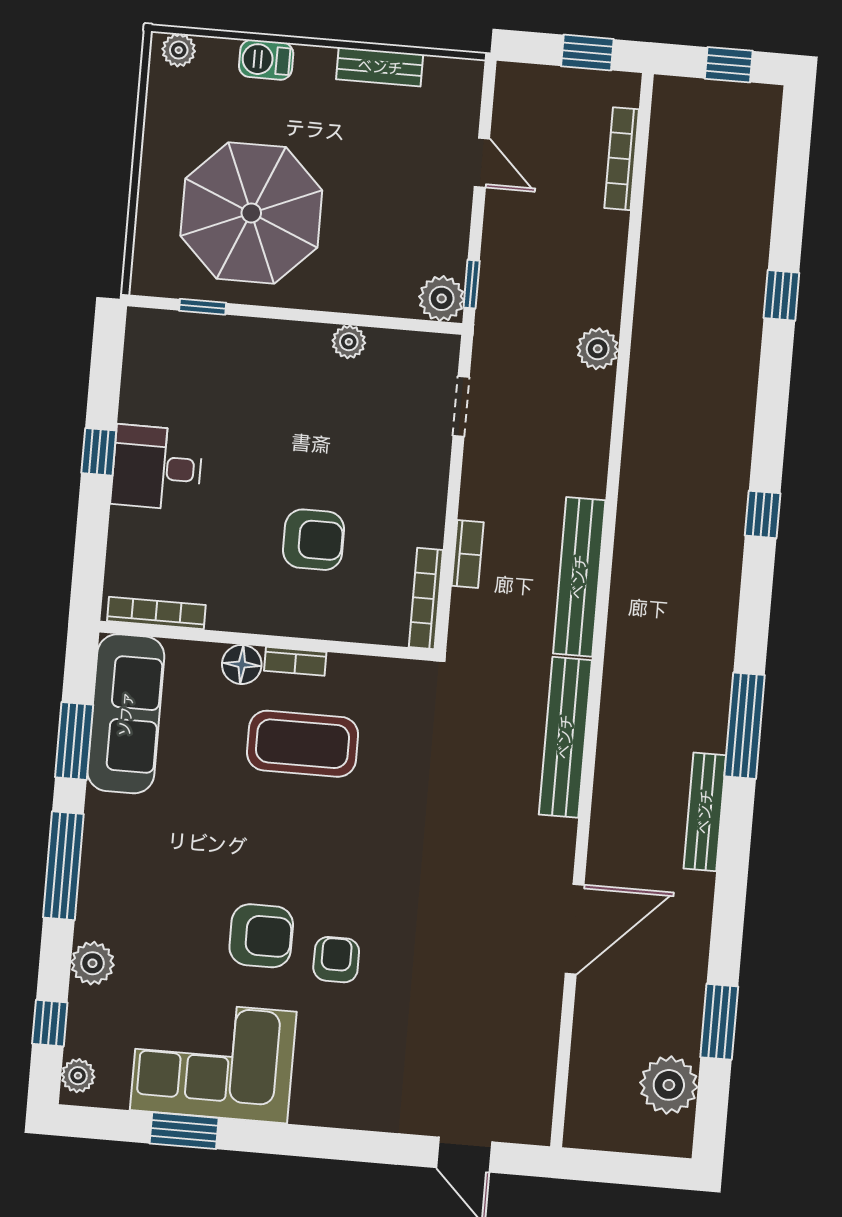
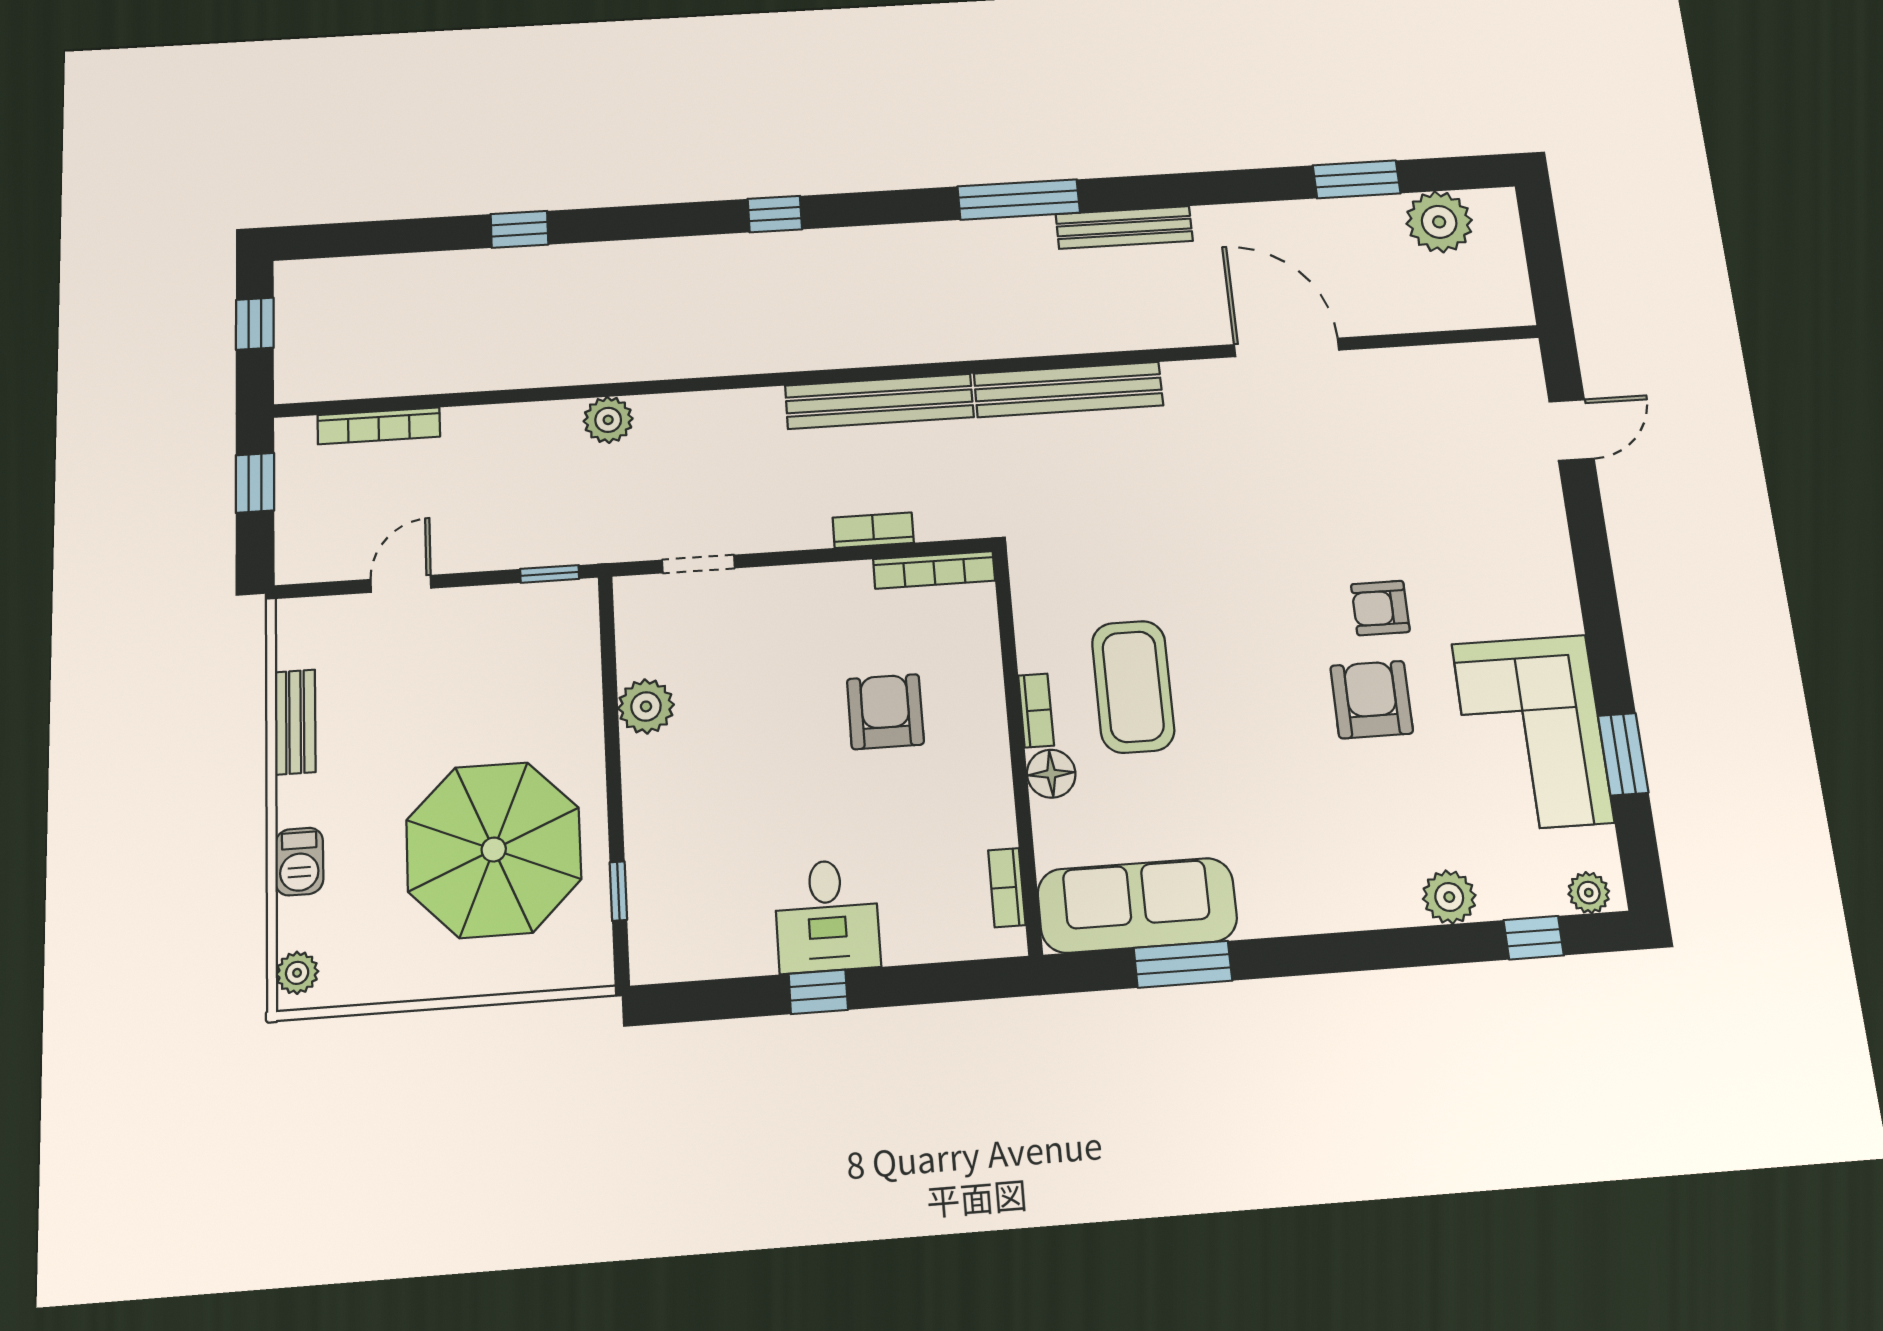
plant: (442, 298) -> (571, 606), removed
plant: (349, 342) -> (646, 706), width x1.38, depth x1.38
bookcase: (156, 613) -> (1007, 888), width x0.64
window: (63, 866) -> (1339, 952), removed

